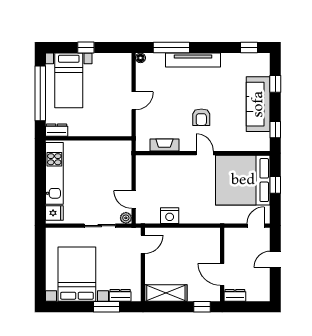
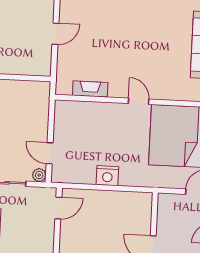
armchair: (201, 117) -> (136, 58), removed
nightstand: (170, 216) -> (107, 176), moved

